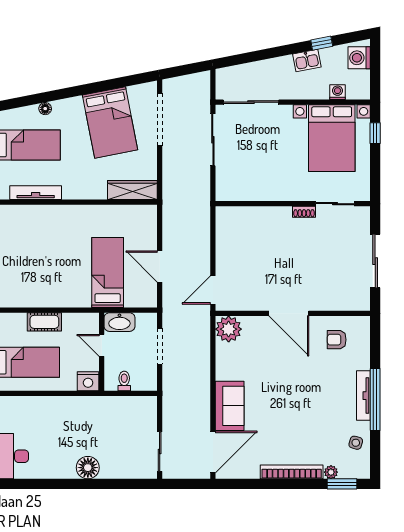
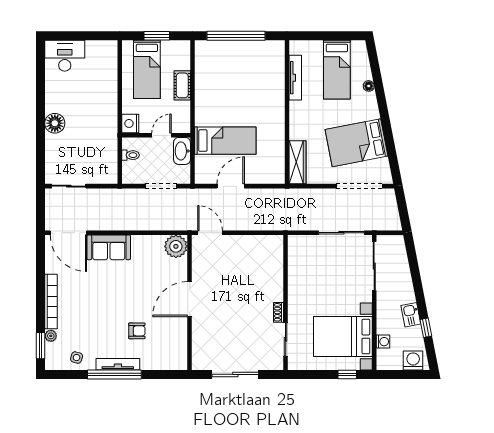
armchair: (337, 340) -> (137, 331), moved, turned 90

